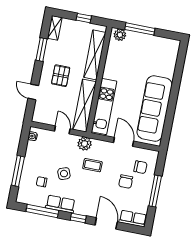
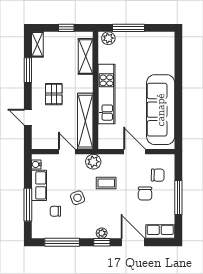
shelving: (95, 55) -> (86, 56), width x0.68
kitchen unit: (104, 107) -> (106, 94), moved
row of seats: (60, 204) -> (39, 185), moved, turned 90
plant: (80, 210) -> (102, 233), added

